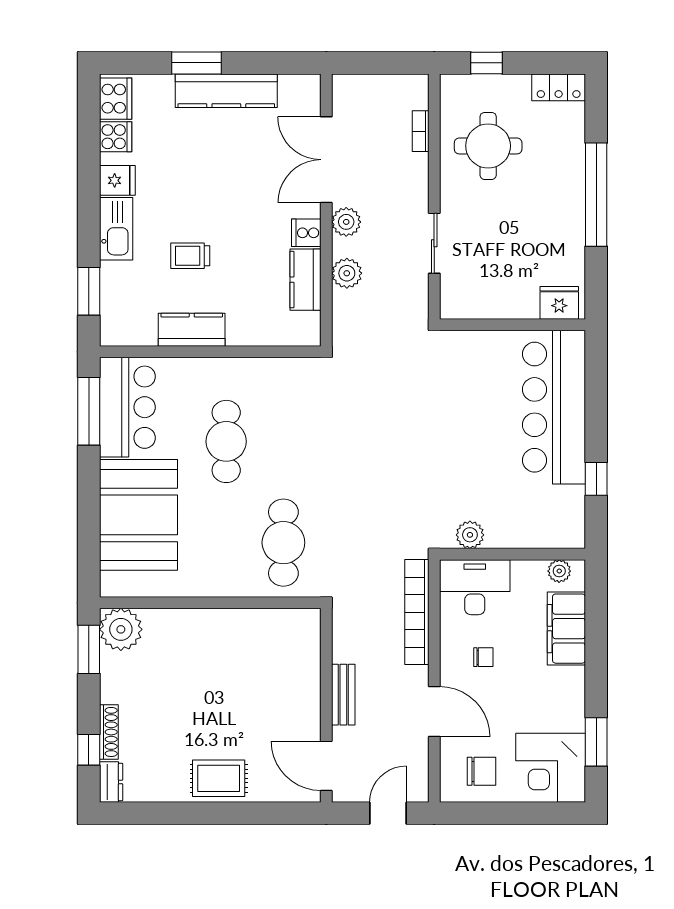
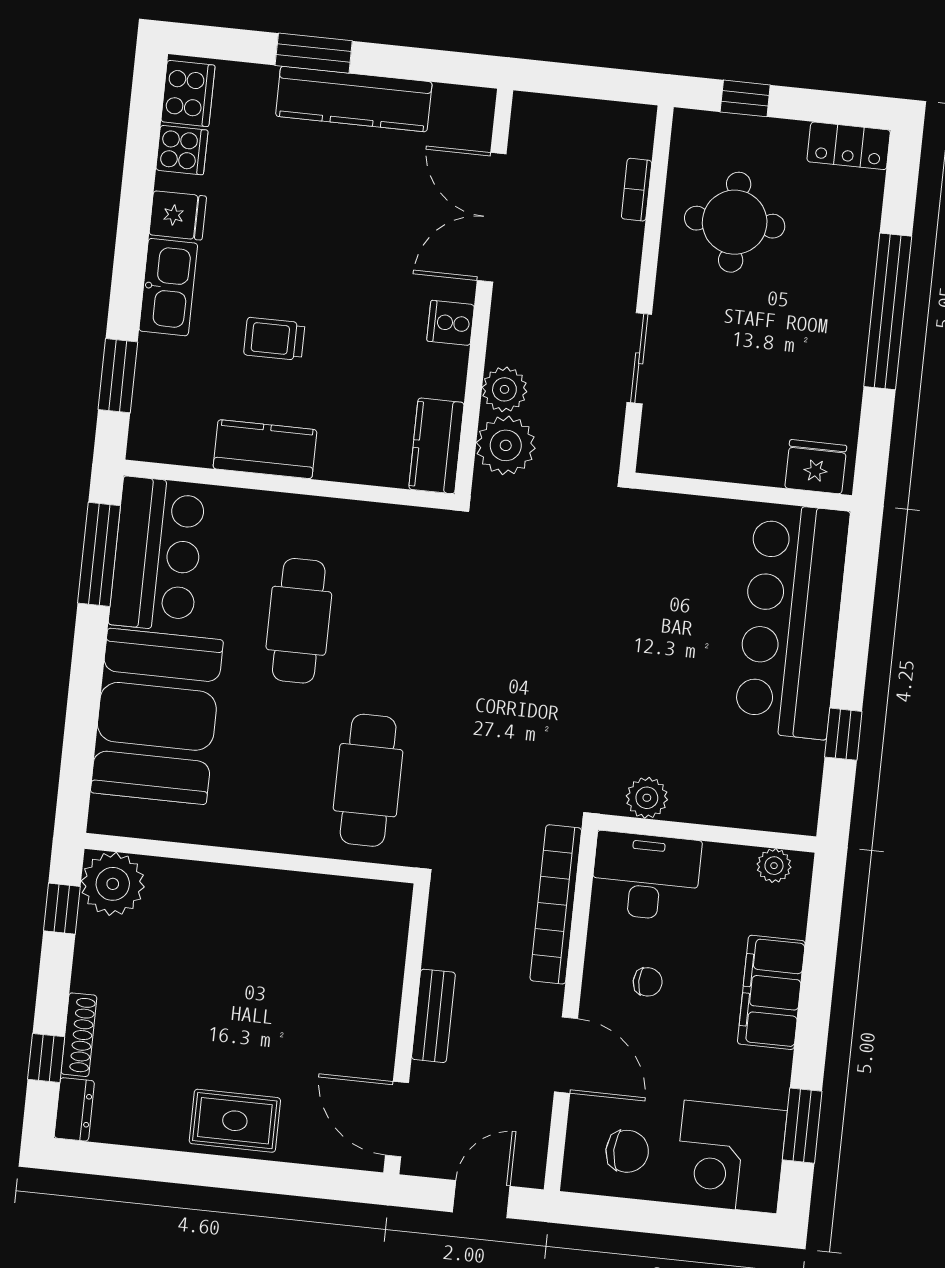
plant: (346, 222) -> (506, 445), moved, width x1.36, depth x1.36
kitchen counter: (305, 280) -> (436, 446), moved
filing cabinet: (566, 629) -> (771, 992), moved
window: (89, 649) -> (62, 909), width x0.67

